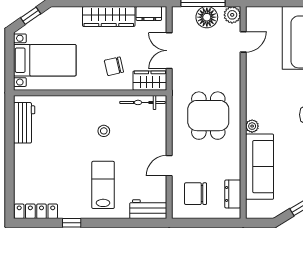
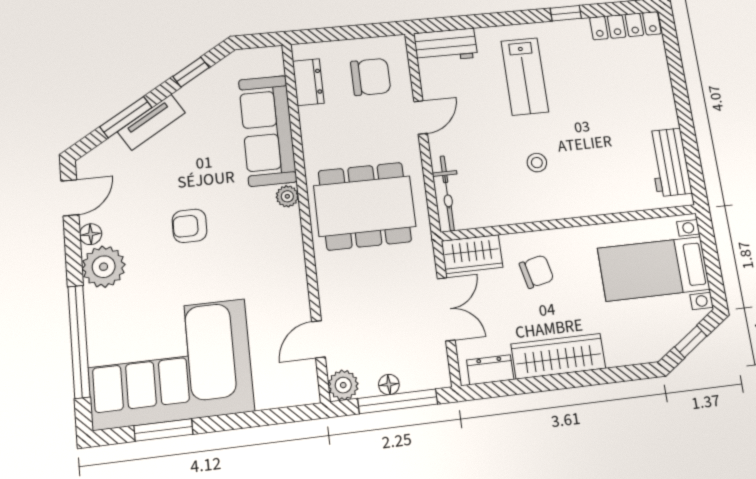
floor lamp: (207, 17) -> (389, 385), width x0.53, depth x0.53
bicycle: (142, 102) -> (447, 193), moved, turned 90
dining table: (208, 116) -> (365, 206), width x1.38

